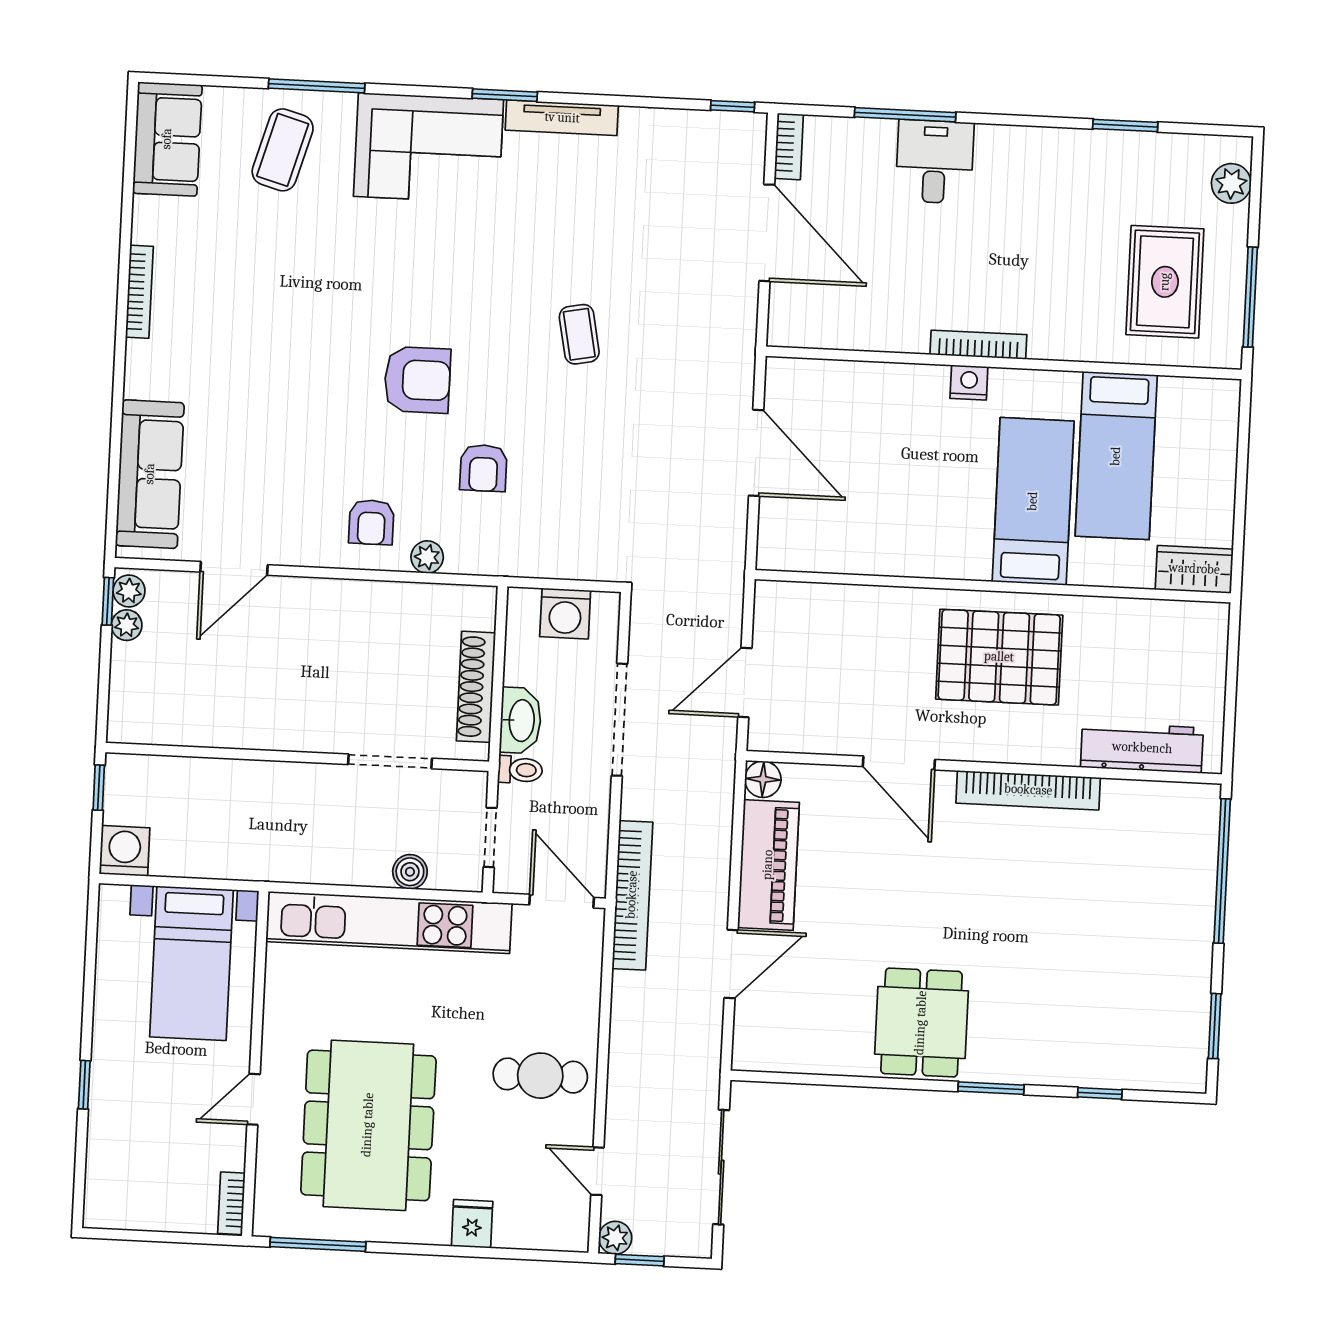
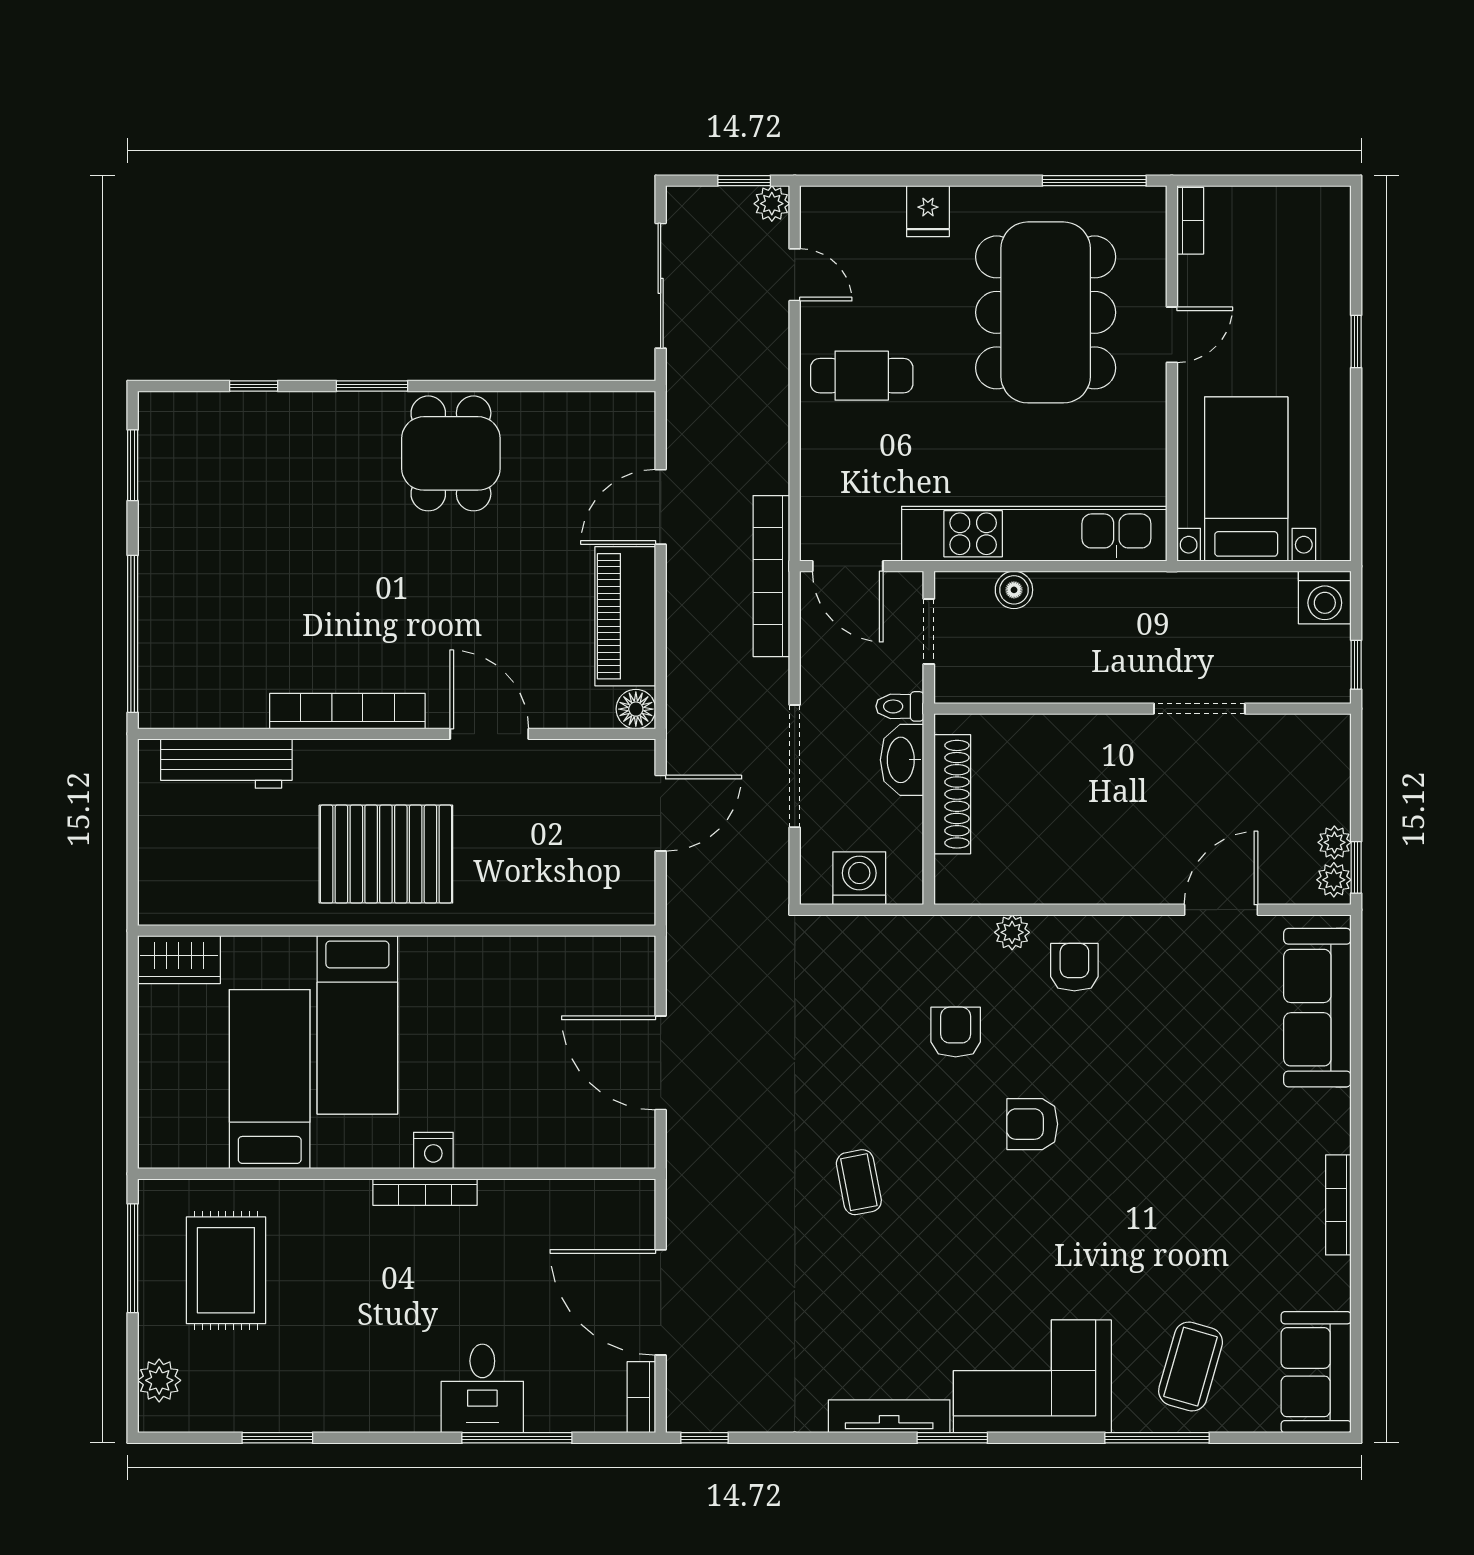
armchair: (417, 380) -> (1032, 1124), width x0.72, depth x0.72
doorway: (390, 761) -> (1199, 709), moved

